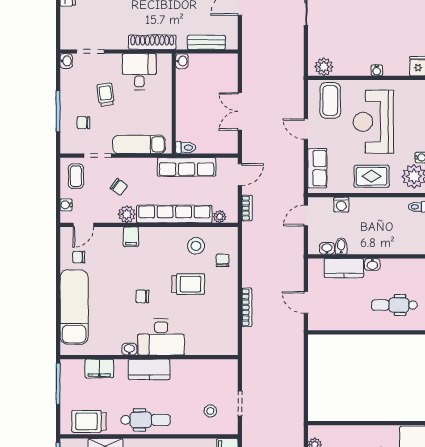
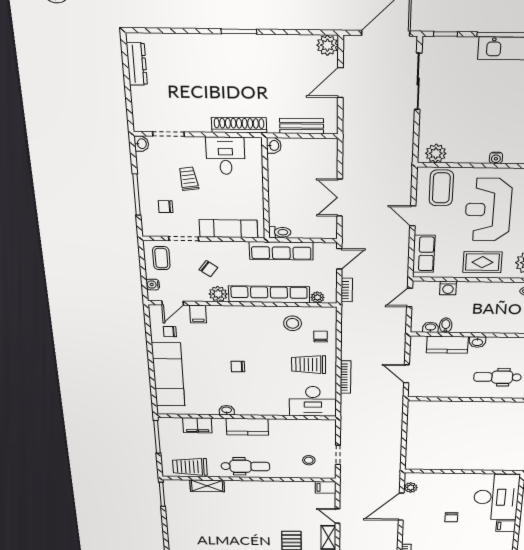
filing cabinet: (131, 237) -> (198, 314), moved
trolley: (188, 284) -> (309, 365), moved, turned 180
desk: (161, 337) -> (313, 401), moved

